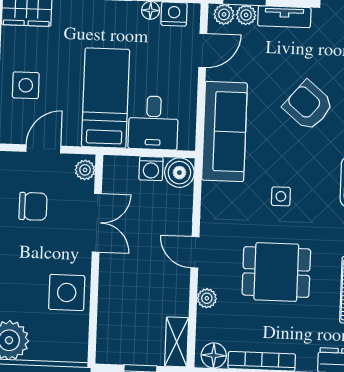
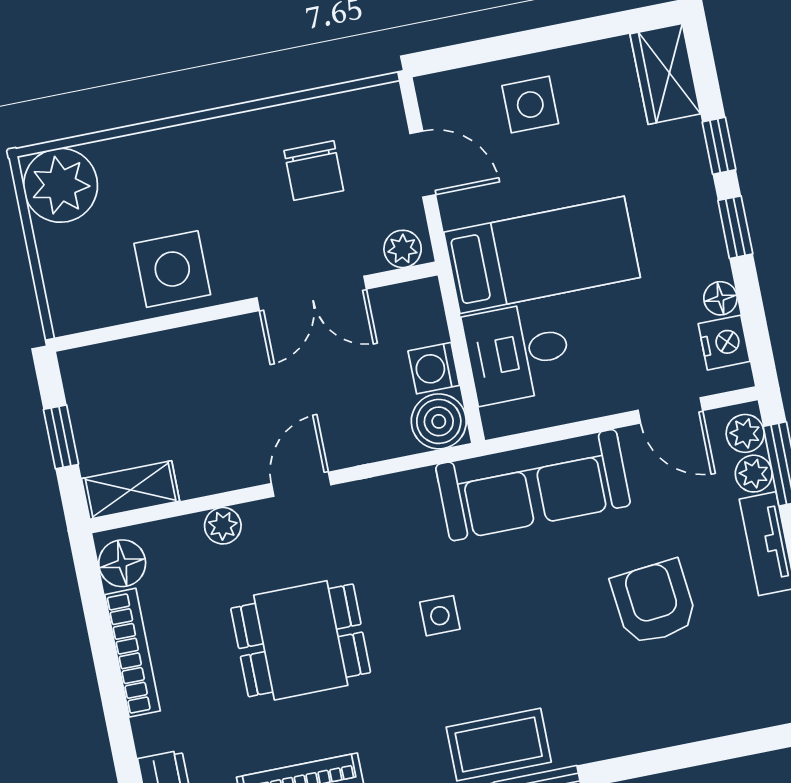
armchair: (308, 106) -> (654, 602), moved, turned -46
dining table: (276, 272) -> (301, 640), turned 90

